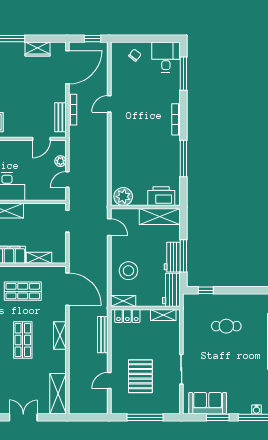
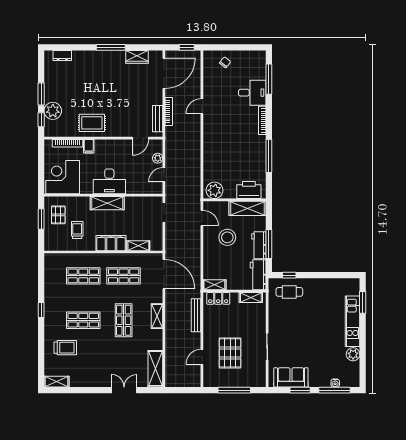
desk: (166, 57) -> (252, 93), moved, turned 90
stool: (128, 271) -> (227, 237), moved
cafe table: (226, 326) -> (289, 292), moved

